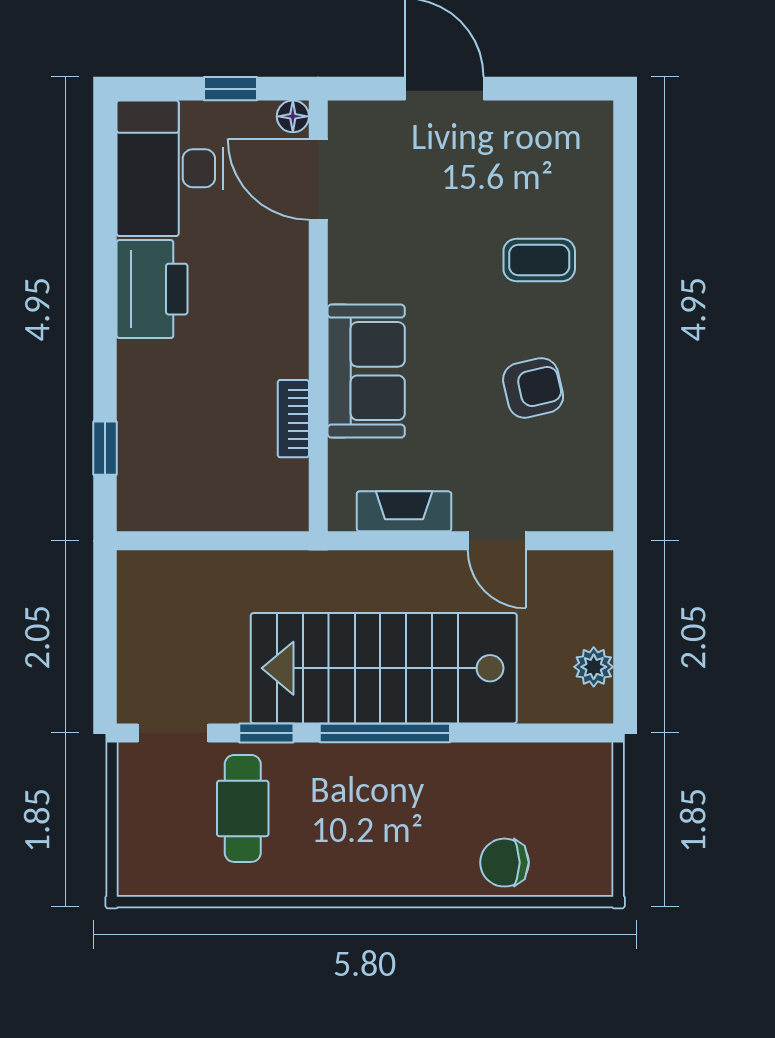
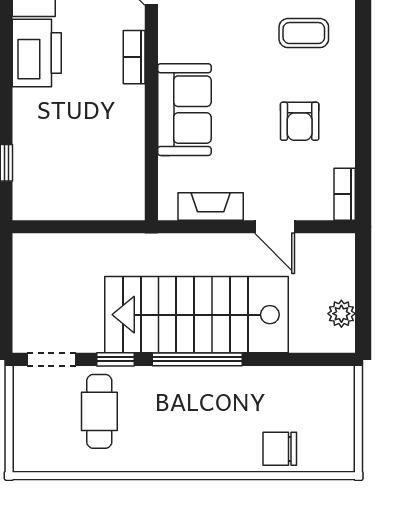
armchair: (533, 388) -> (300, 121), turned 103
bookcase: (293, 419) -> (134, 57), moved
bookcase: (598, 494) -> (345, 194), added

